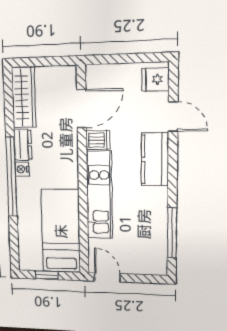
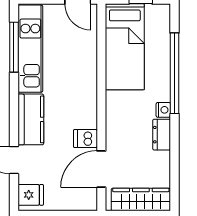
wardrobe: (24, 97) -> (141, 200), moved, turned 90
window: (12, 177) -> (175, 73), moved
kitchen unit: (99, 195) -> (30, 49), moved, turned 180

